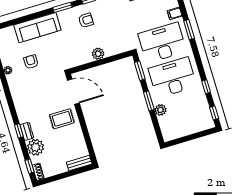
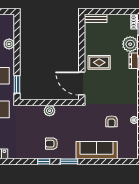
window: (149, 101) -> (17, 55), removed

